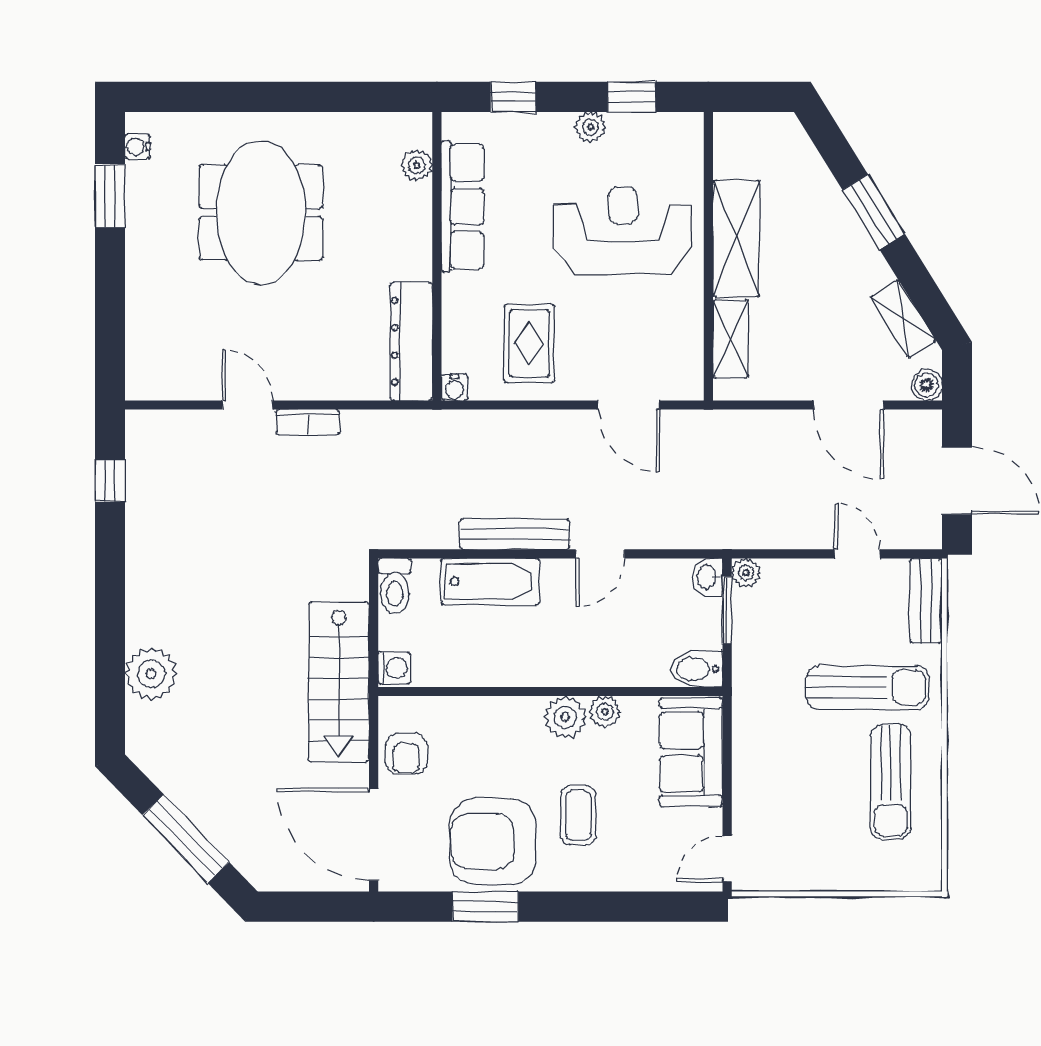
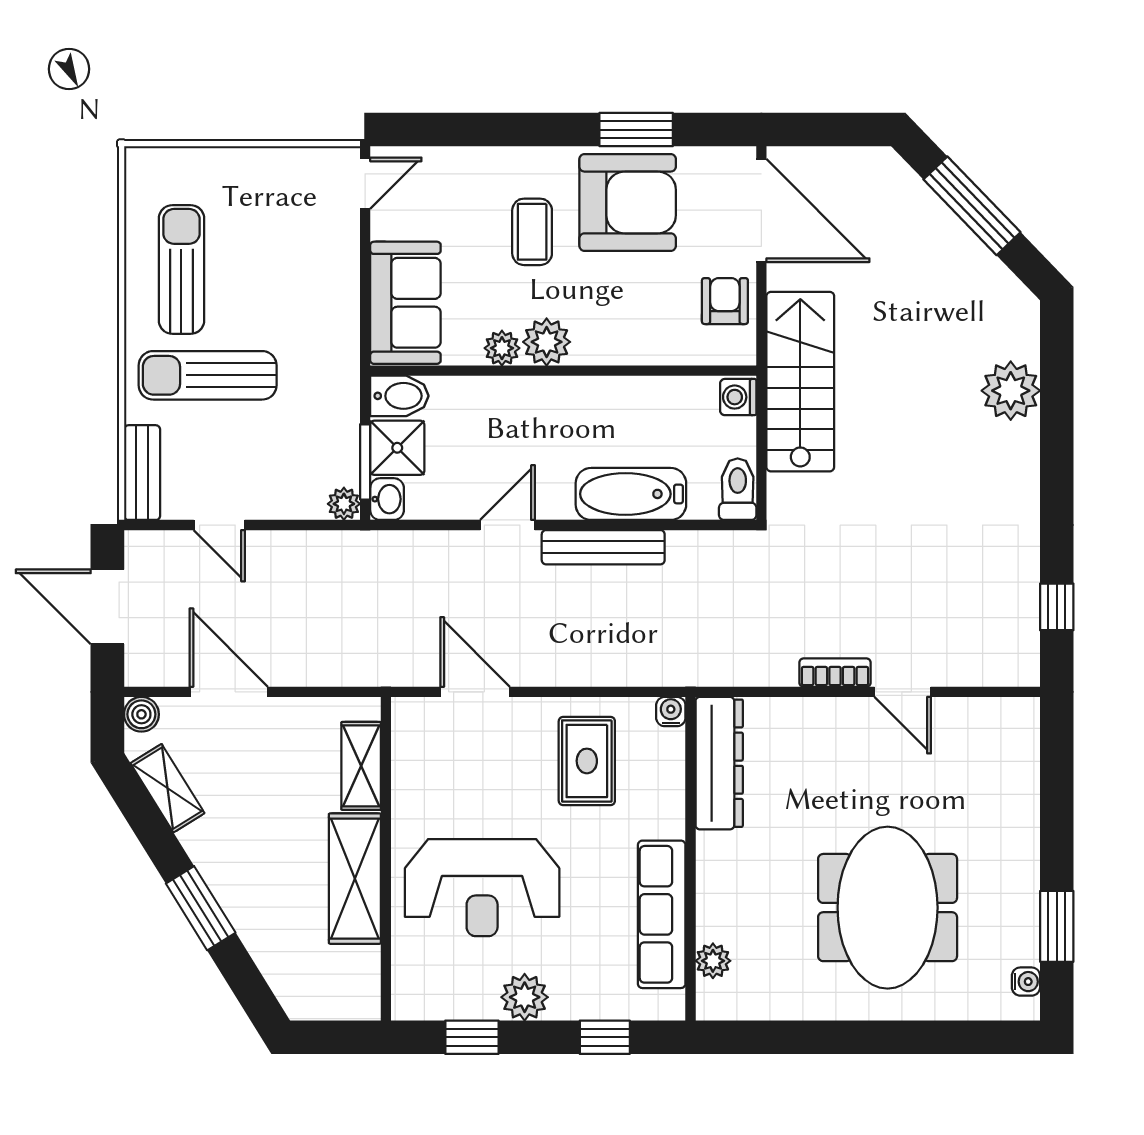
plant: (590, 127) -> (525, 997), width x1.38, depth x1.38
shower: (698, 623) -> (397, 448), added

